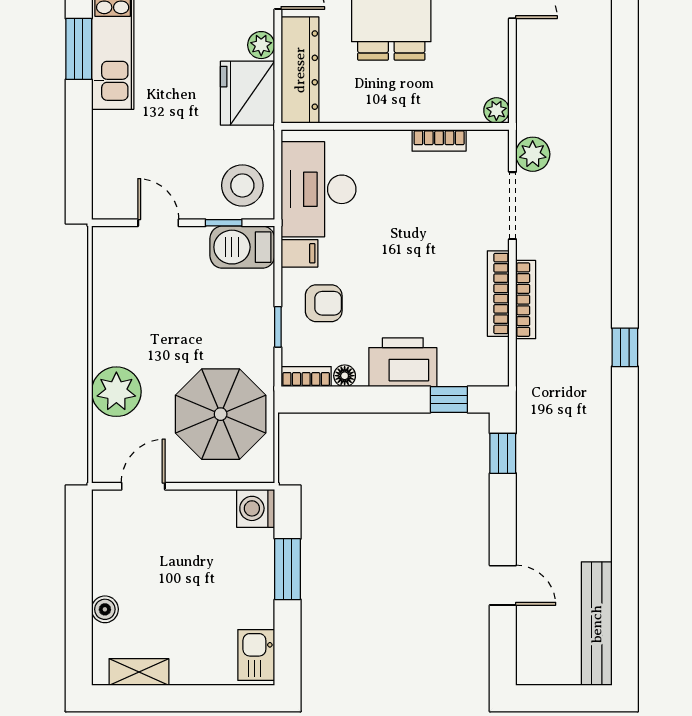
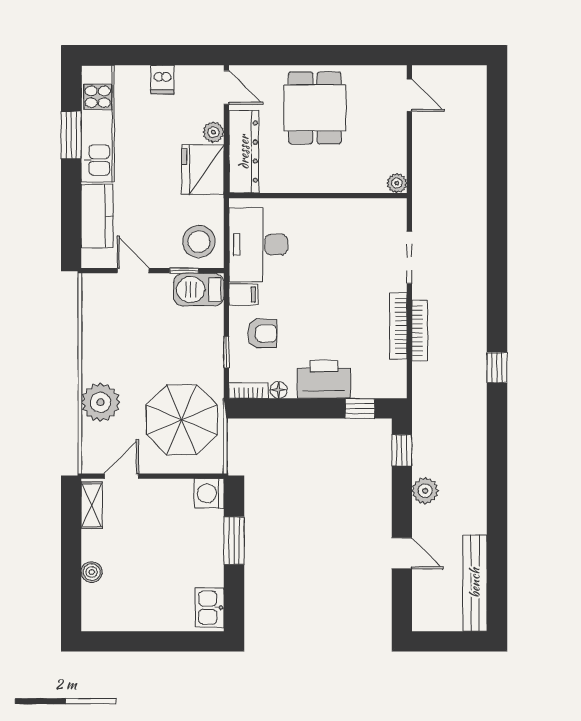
bookcase: (439, 140) -> (352, 206), removed
kitchen counter: (112, 153) -> (97, 216), added
plant: (533, 154) -> (425, 491), moved
shelving: (139, 672) -> (92, 505), moved, turned 90

